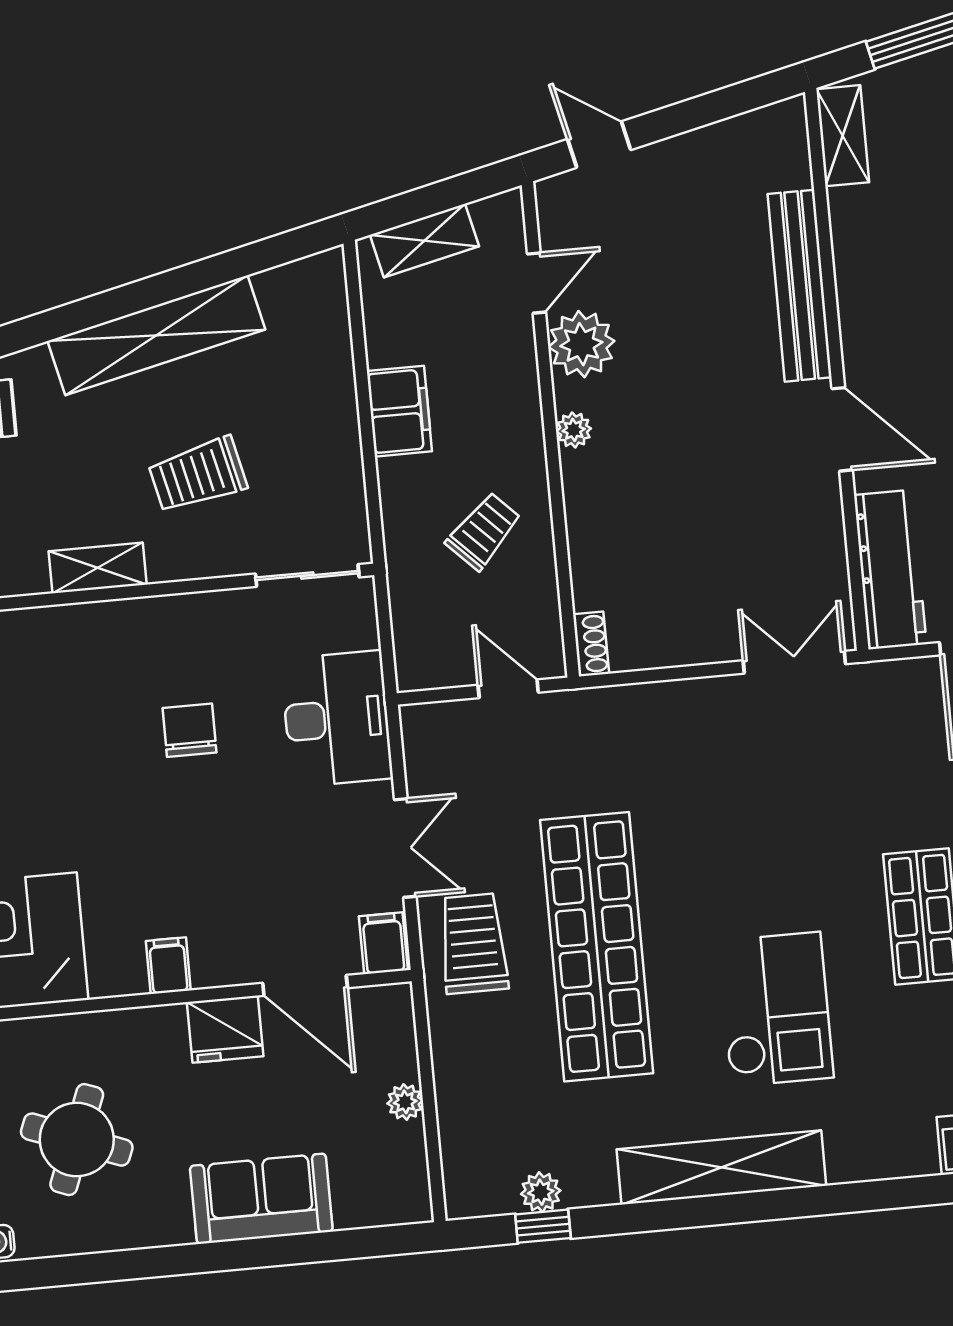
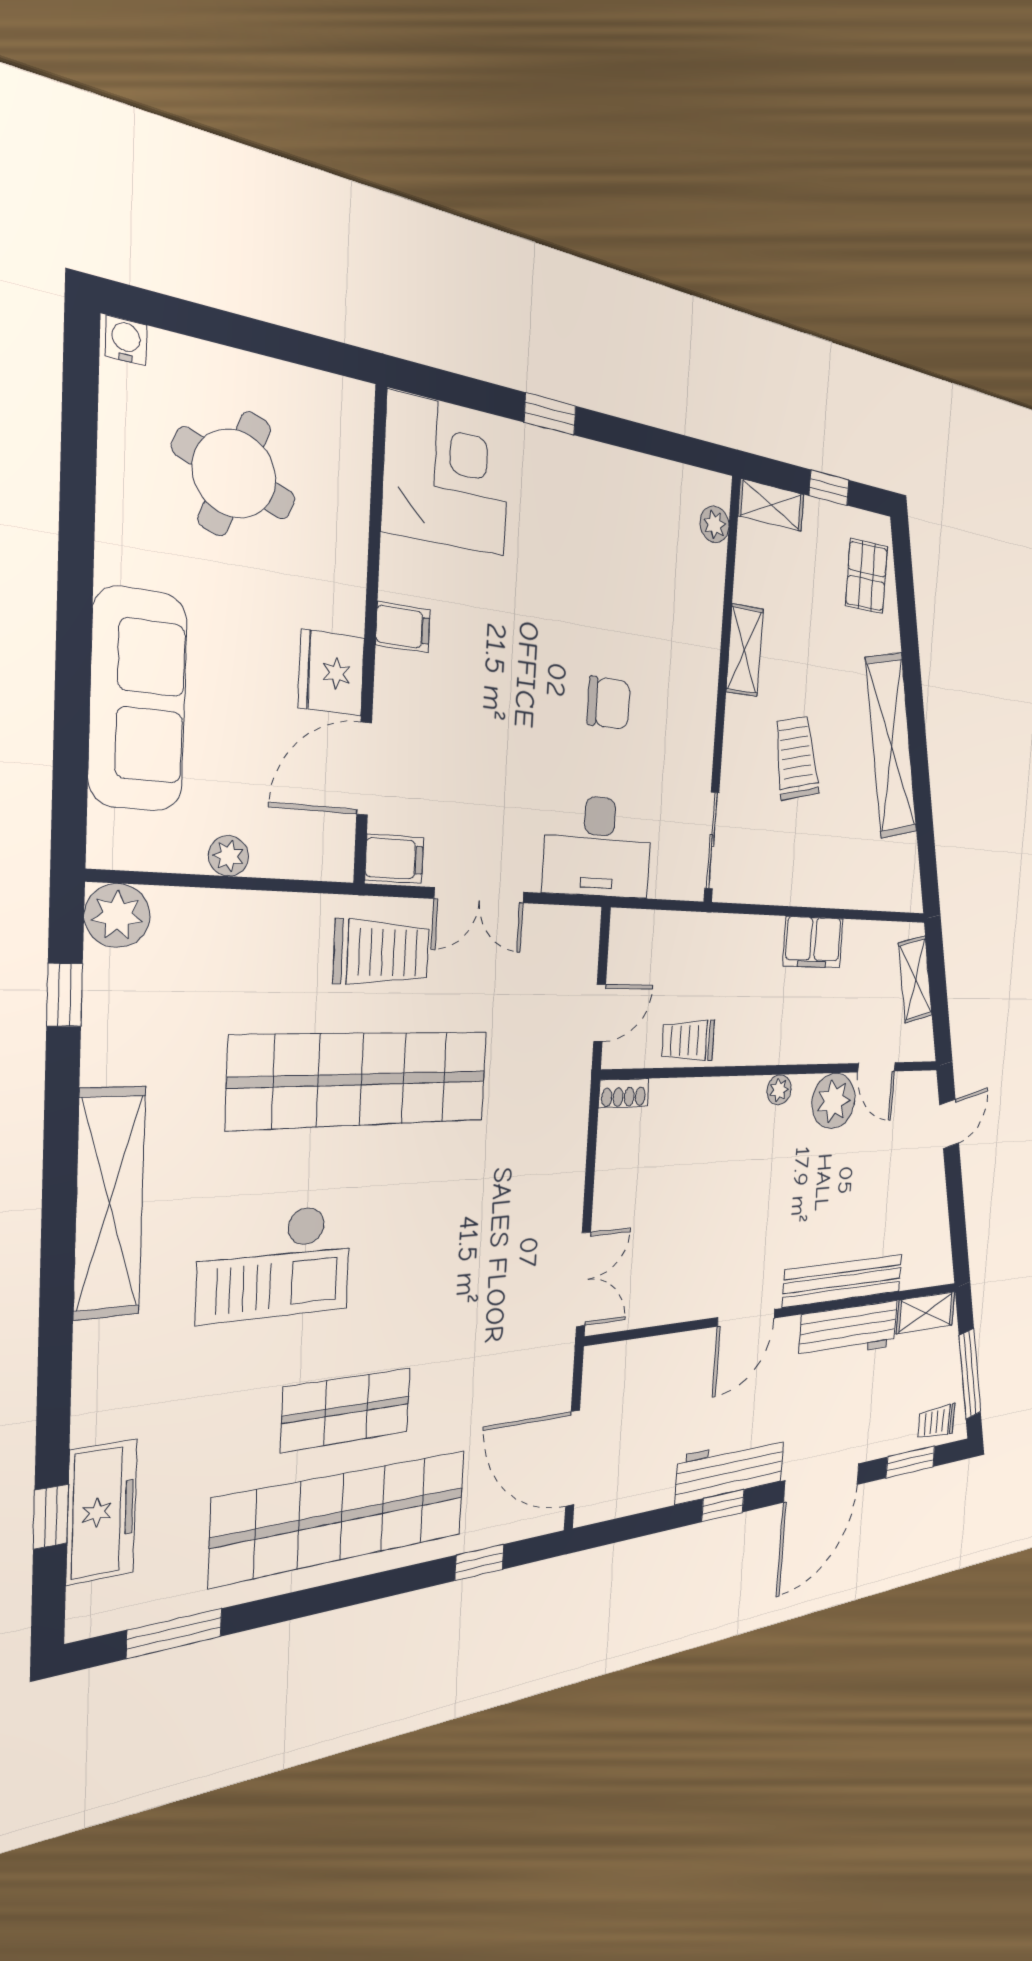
trolley: (484, 531) -> (688, 1040), moved, turned 135
workbench: (890, 570) -> (849, 1330), moved
plant: (541, 1192) -> (117, 915), moved, width x1.38, depth x1.38
sofa: (261, 1199) -> (138, 700), width x1.36

